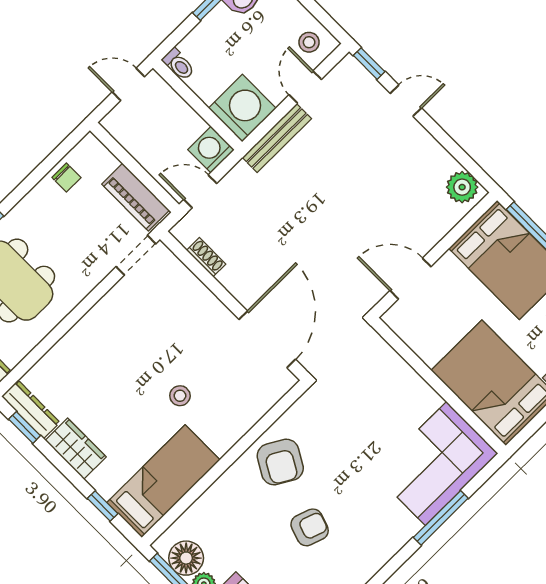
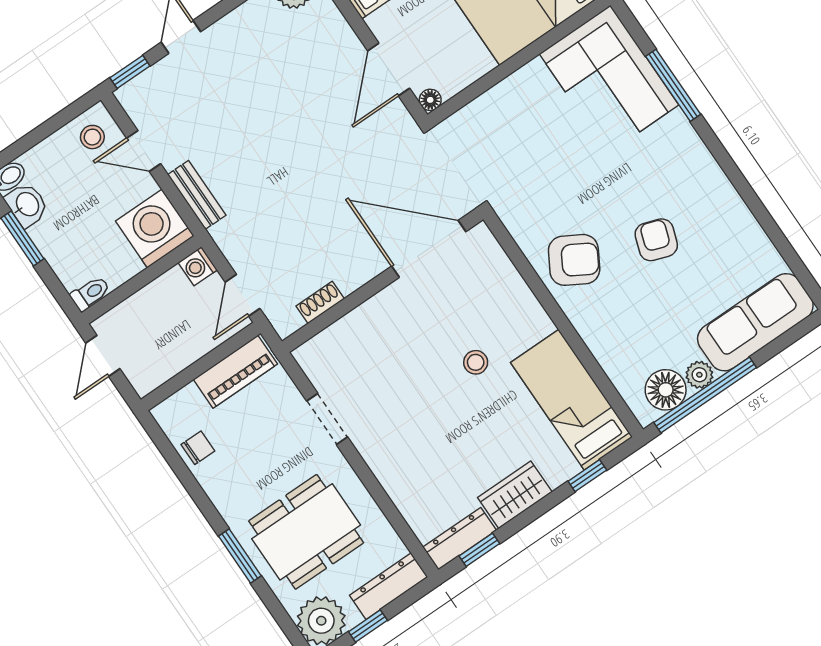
bench: (277, 138) -> (197, 195), width x0.73
washing machine: (211, 150) -> (198, 266), width x0.73, depth x0.73
doorway: (136, 255) -> (327, 419), moved
floor lamp: (392, 318) -> (430, 100), added

